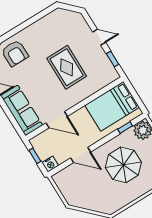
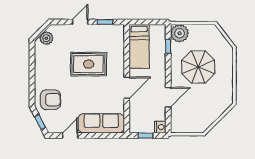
plant: (67, 16) -> (46, 38), added
bed: (112, 106) -> (139, 46), width x0.67
door: (57, 120) -> (127, 88), moved

